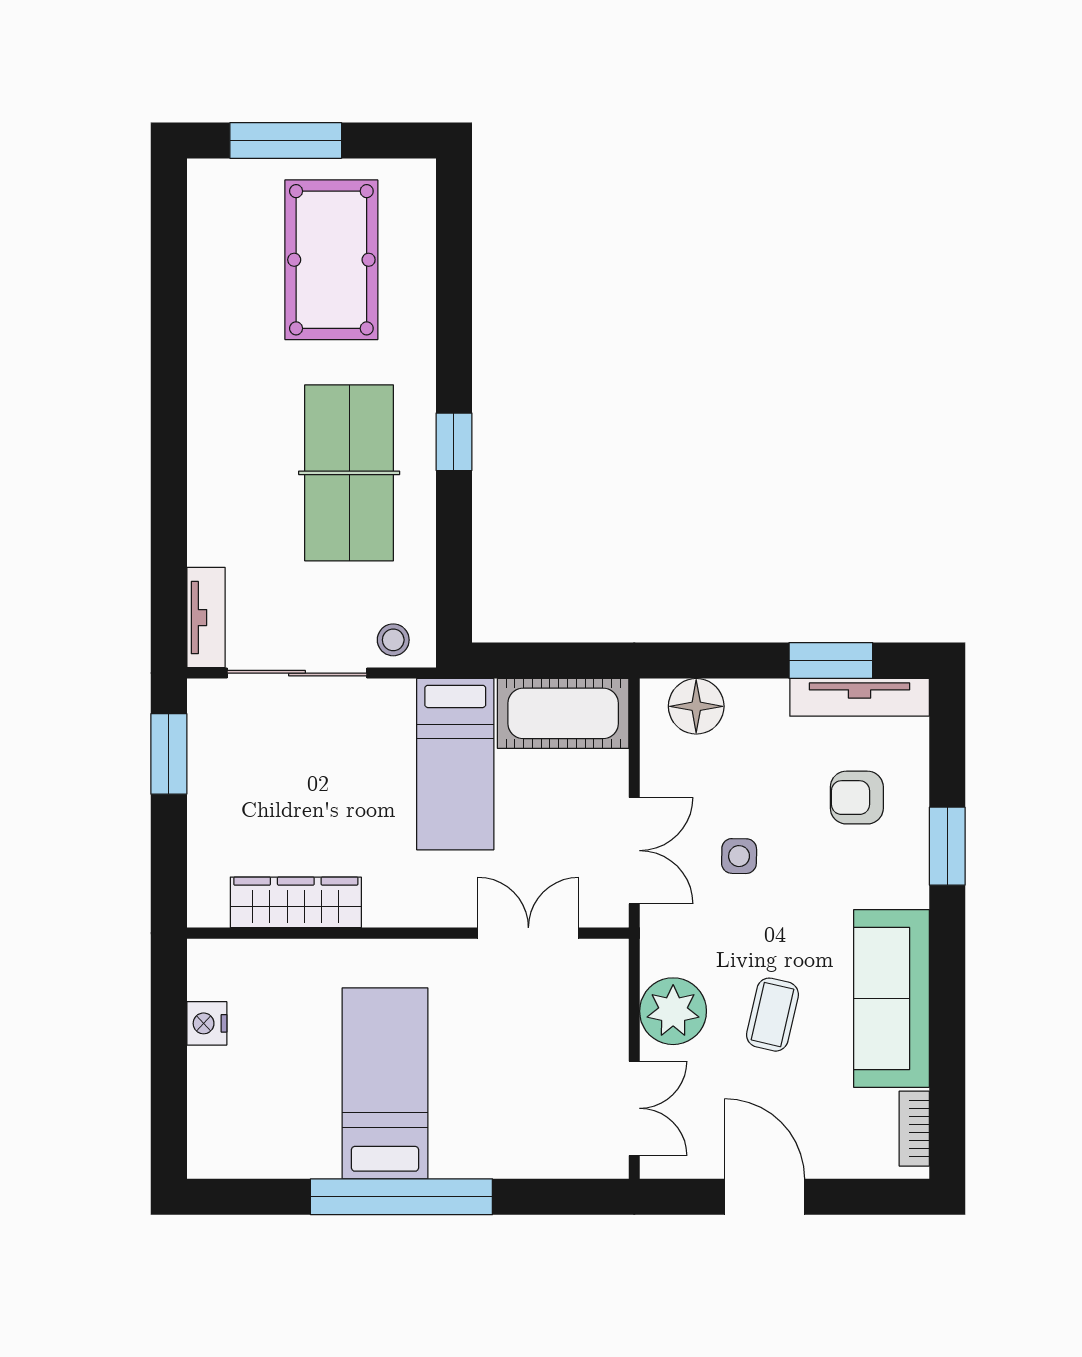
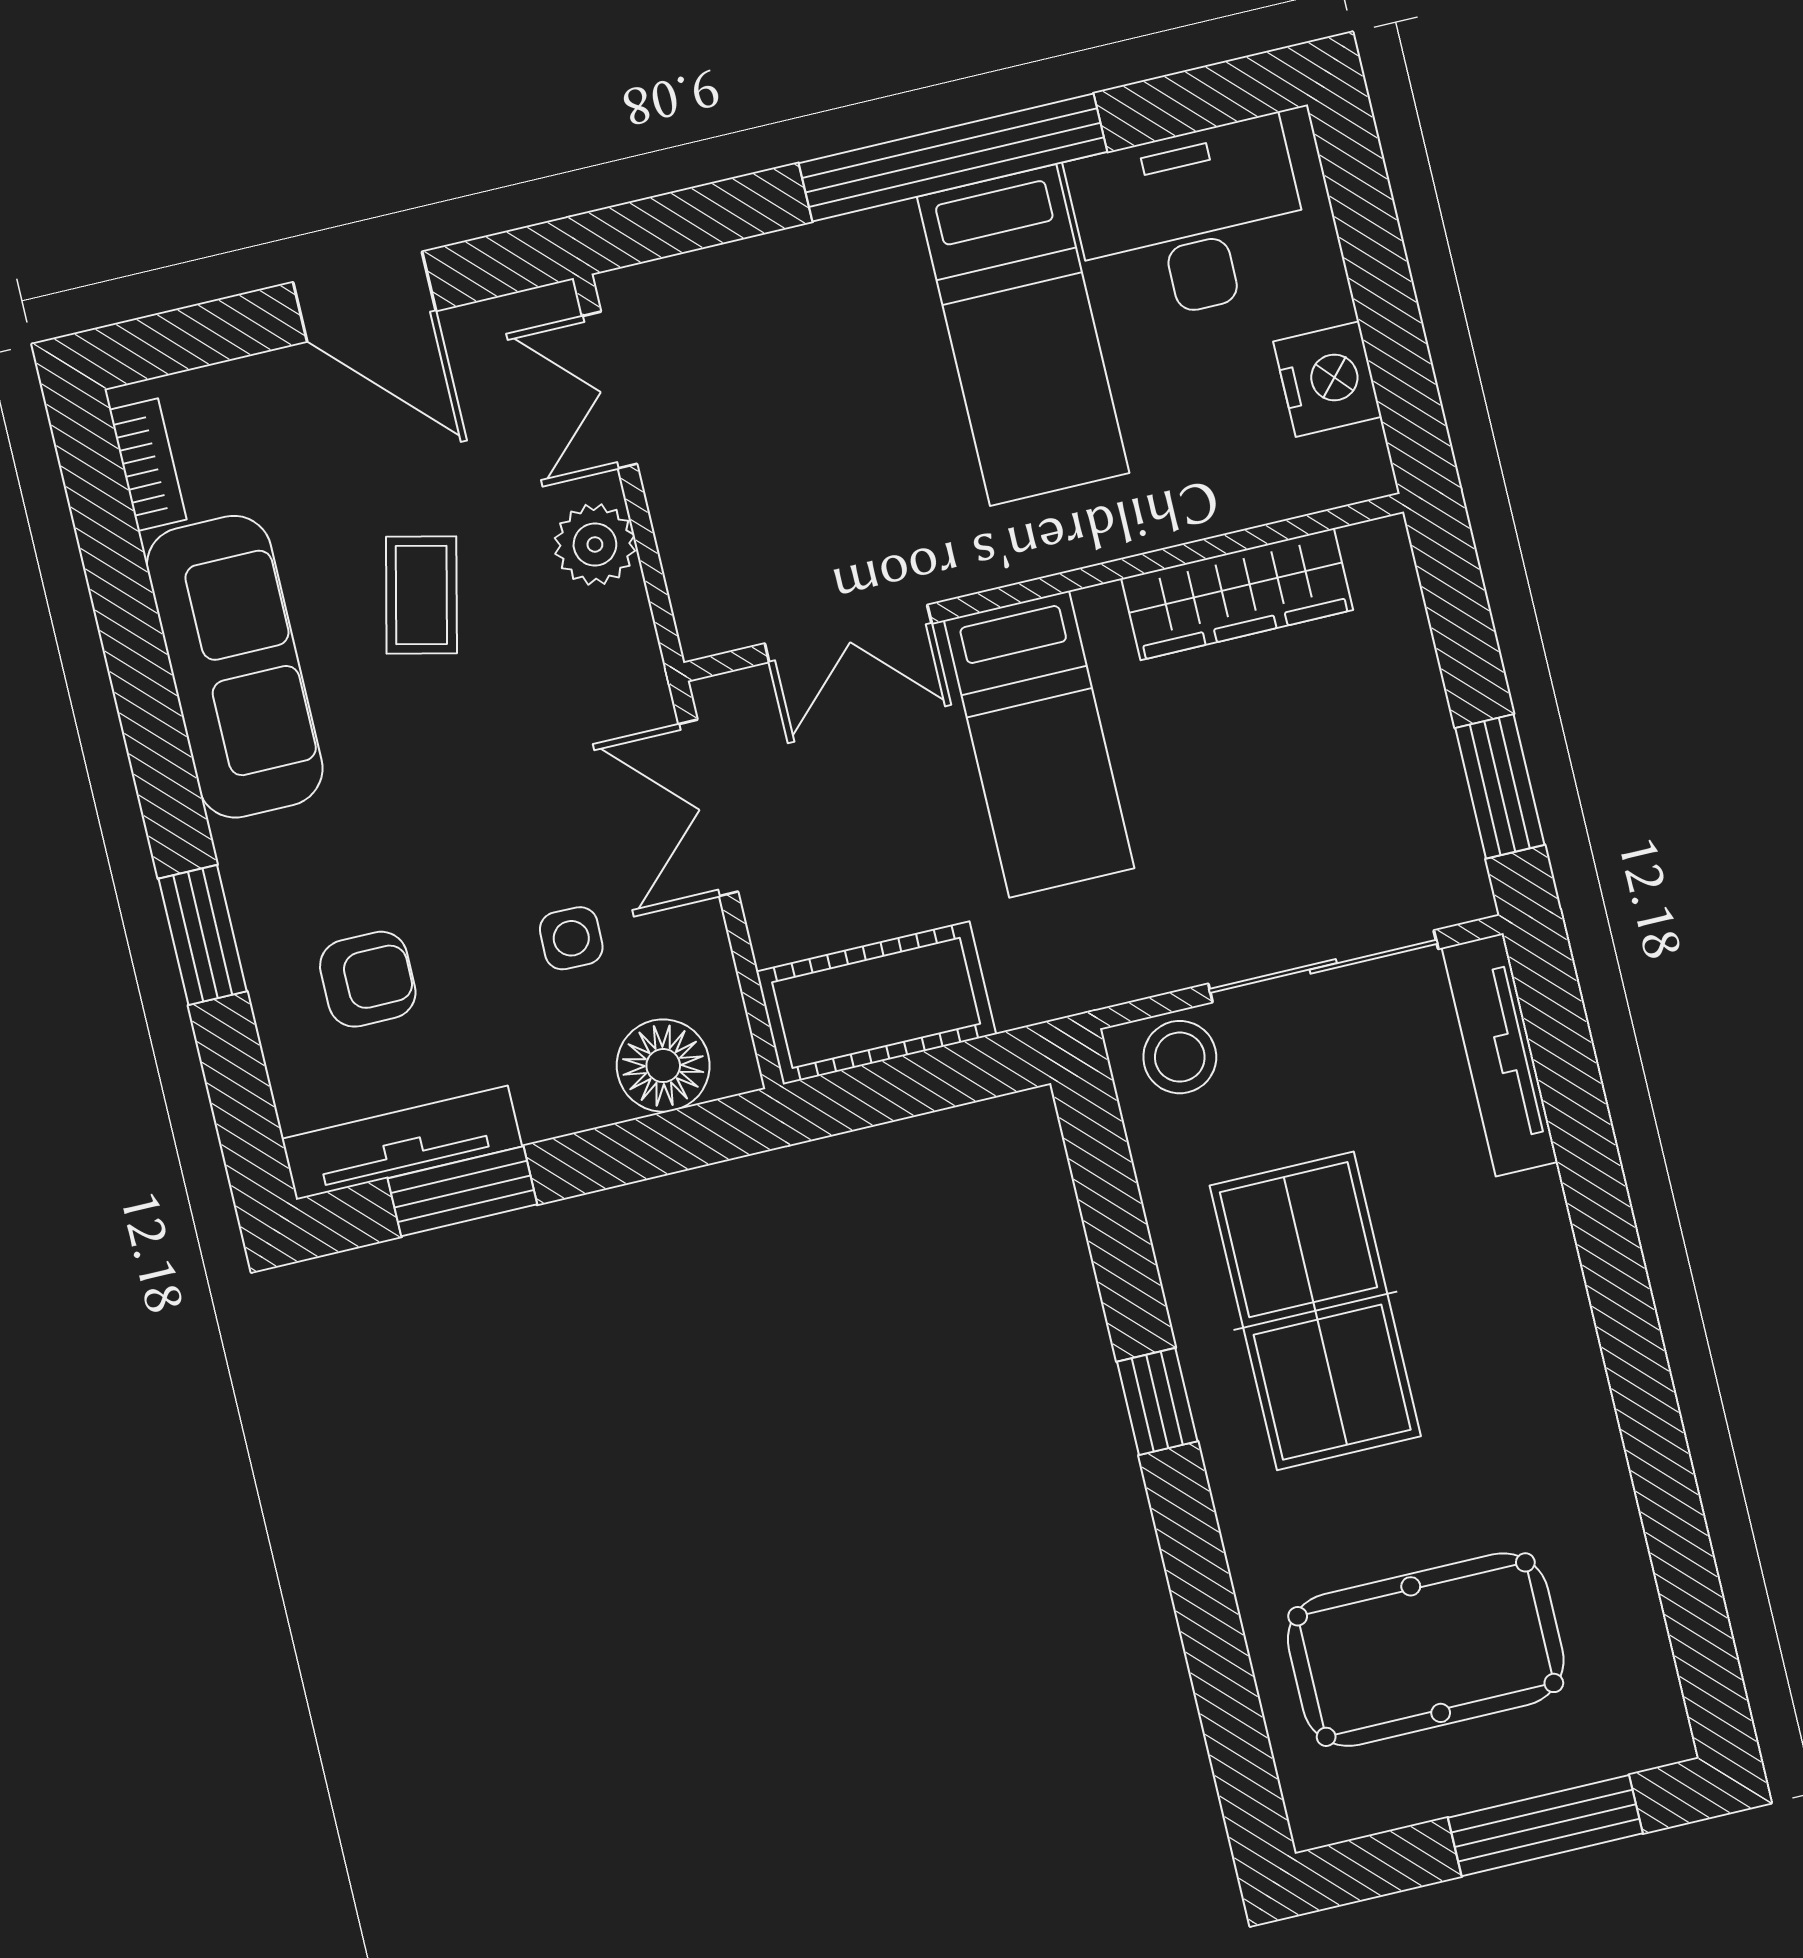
pool table: (331, 260) -> (1426, 1650), turned 90
tv unit: (206, 618) -> (1500, 1055), width x1.41
stool: (393, 640) -> (1180, 1057), width x1.37, depth x1.37
bed: (455, 764) -> (1039, 744), moved, turned 180
side table: (739, 856) -> (571, 938), moved
plant: (673, 1011) -> (595, 544), width x0.73, depth x0.73
nightstand: (207, 1023) -> (1327, 379), width x1.36, depth x1.33
desk: (272, 1126) -> (1190, 222), added

